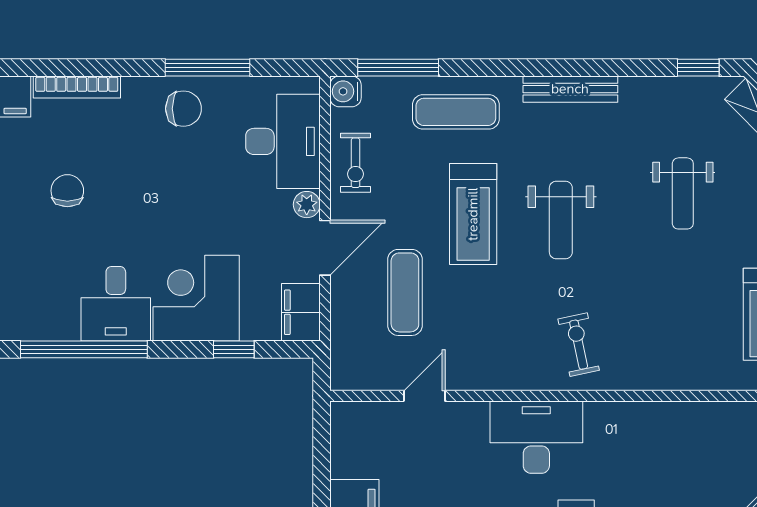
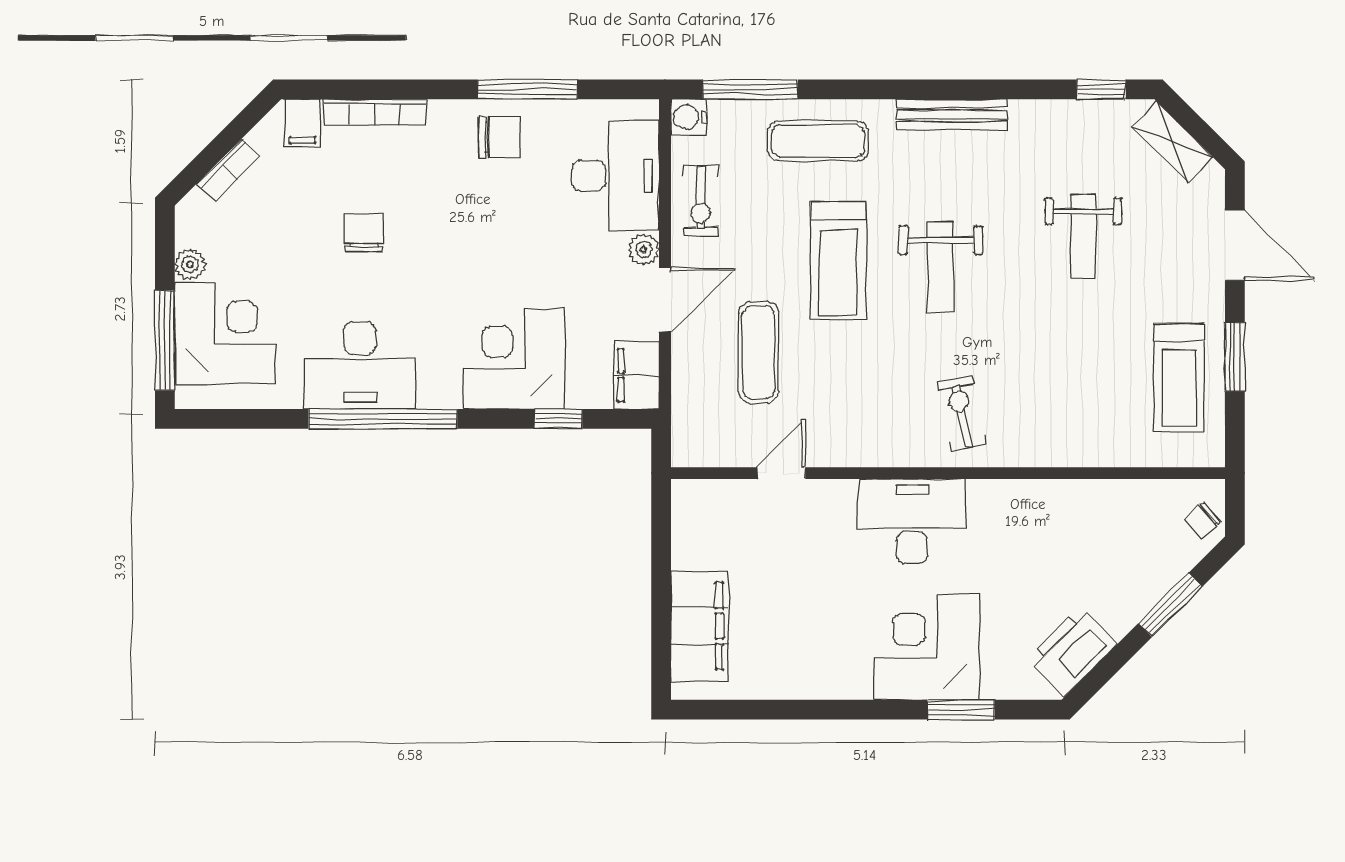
desk: (116, 304) -> (360, 365), moved, width x1.37

